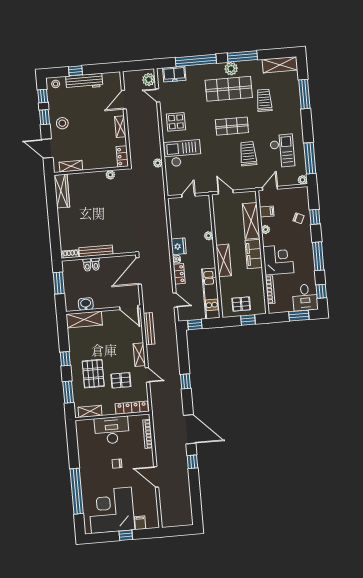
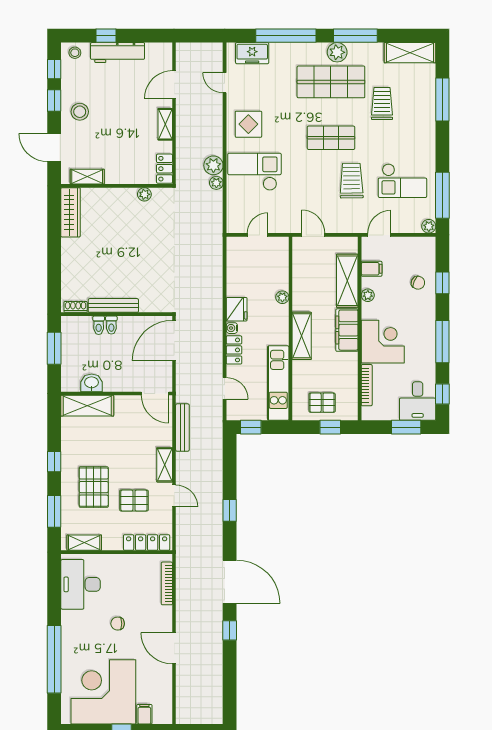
plant: (149, 80) -> (213, 165), moved
checkout: (282, 151) -> (402, 181), turned 90
desk: (112, 430) -> (81, 584), moved, turned -90

